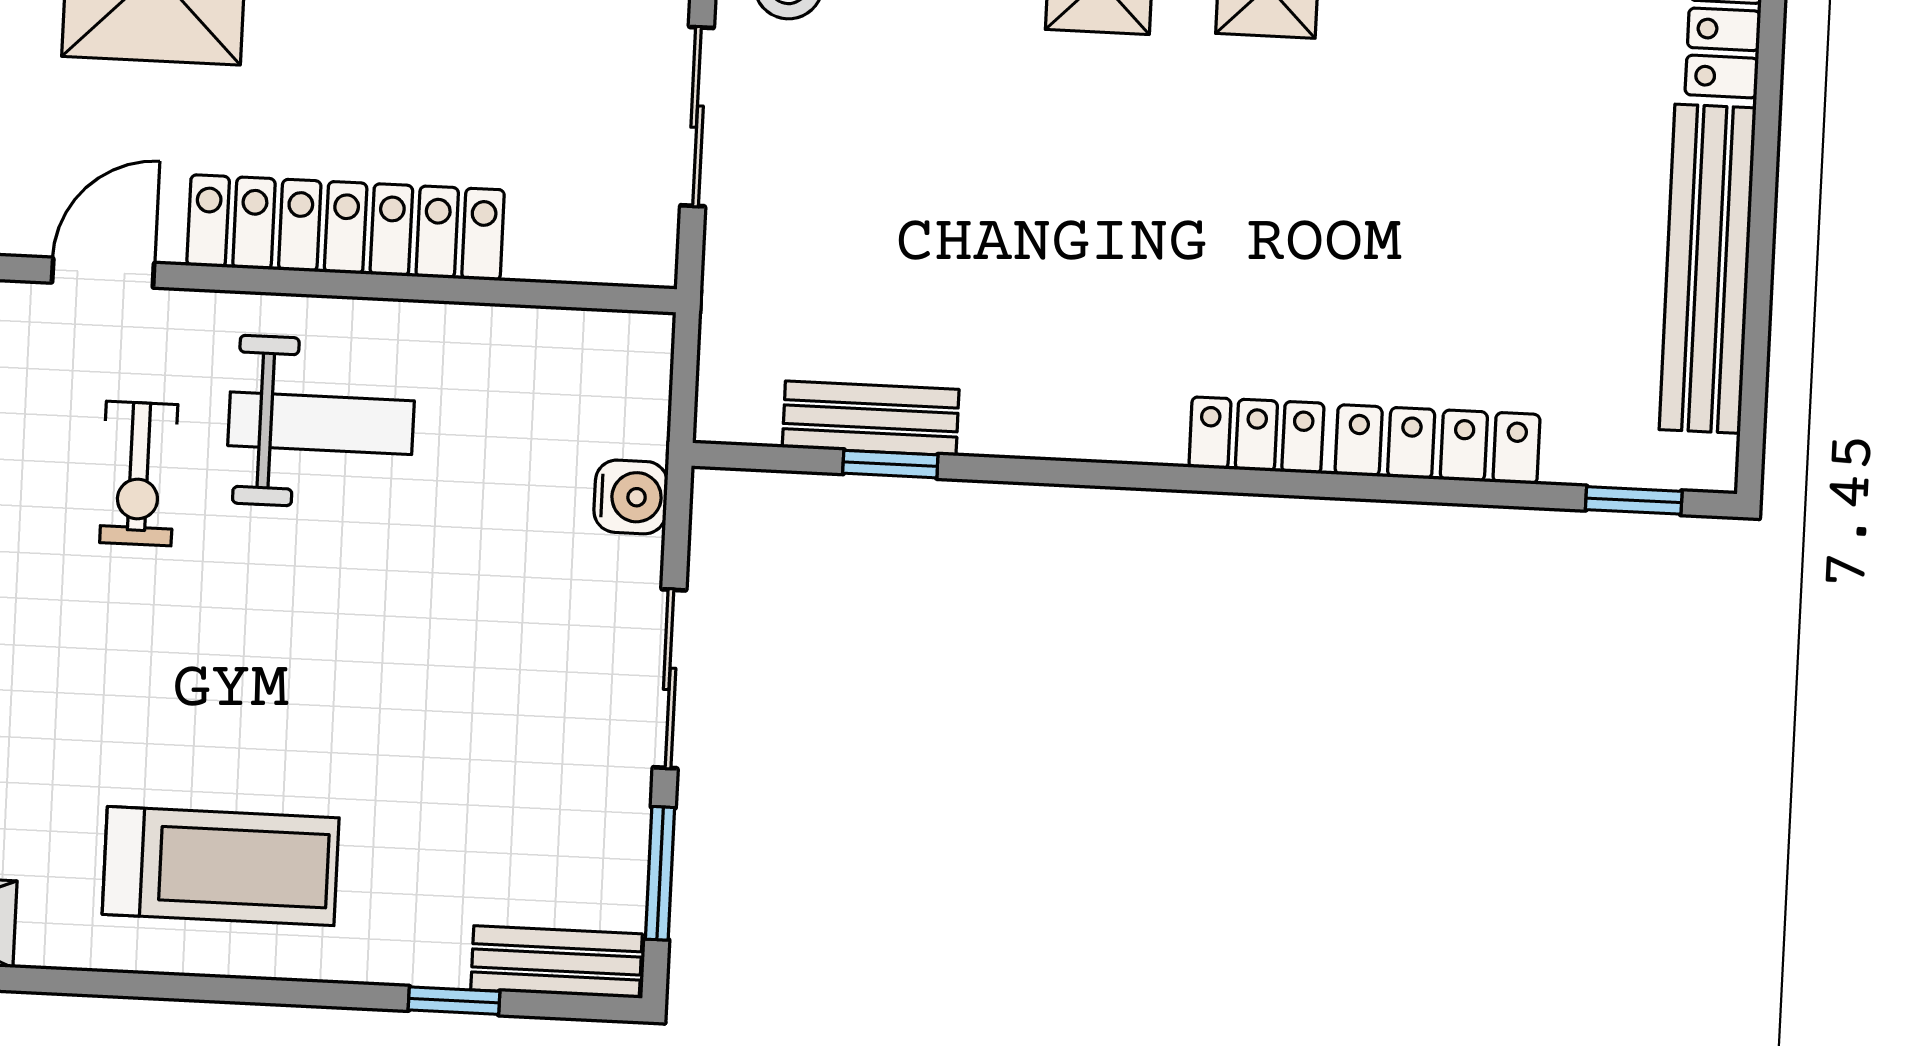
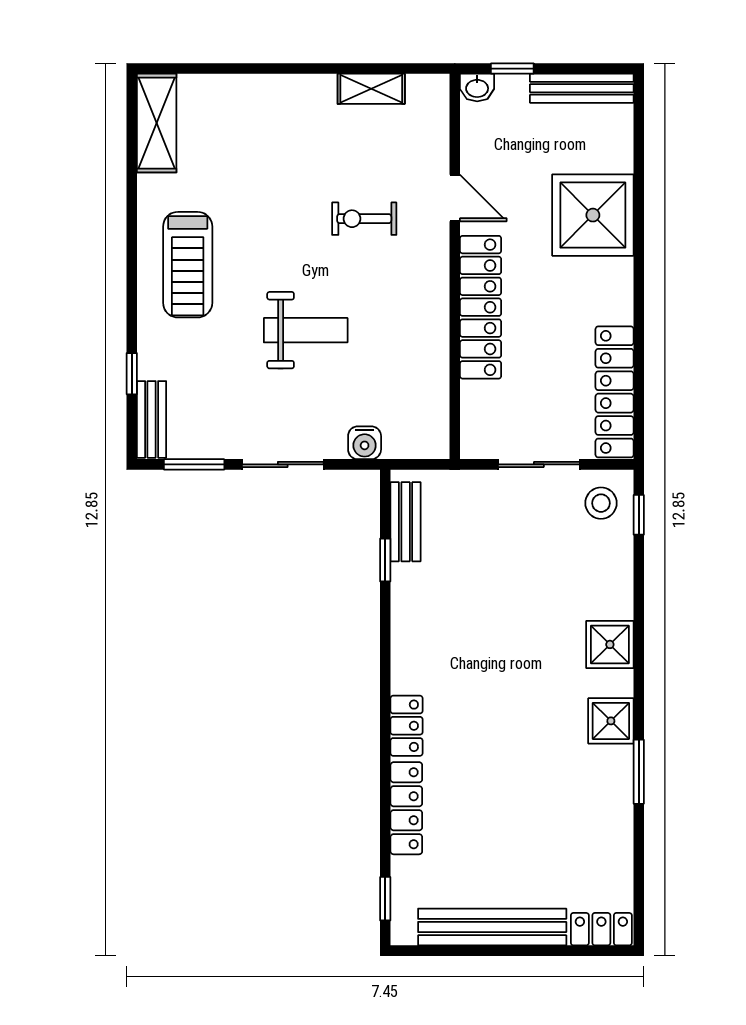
bench: (871, 418) -> (406, 522), moved
weight bench: (321, 423) -> (306, 330), moved, turned -90

